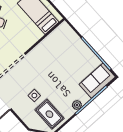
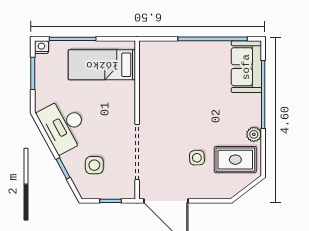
plant: (77, 105) -> (254, 134), moved

